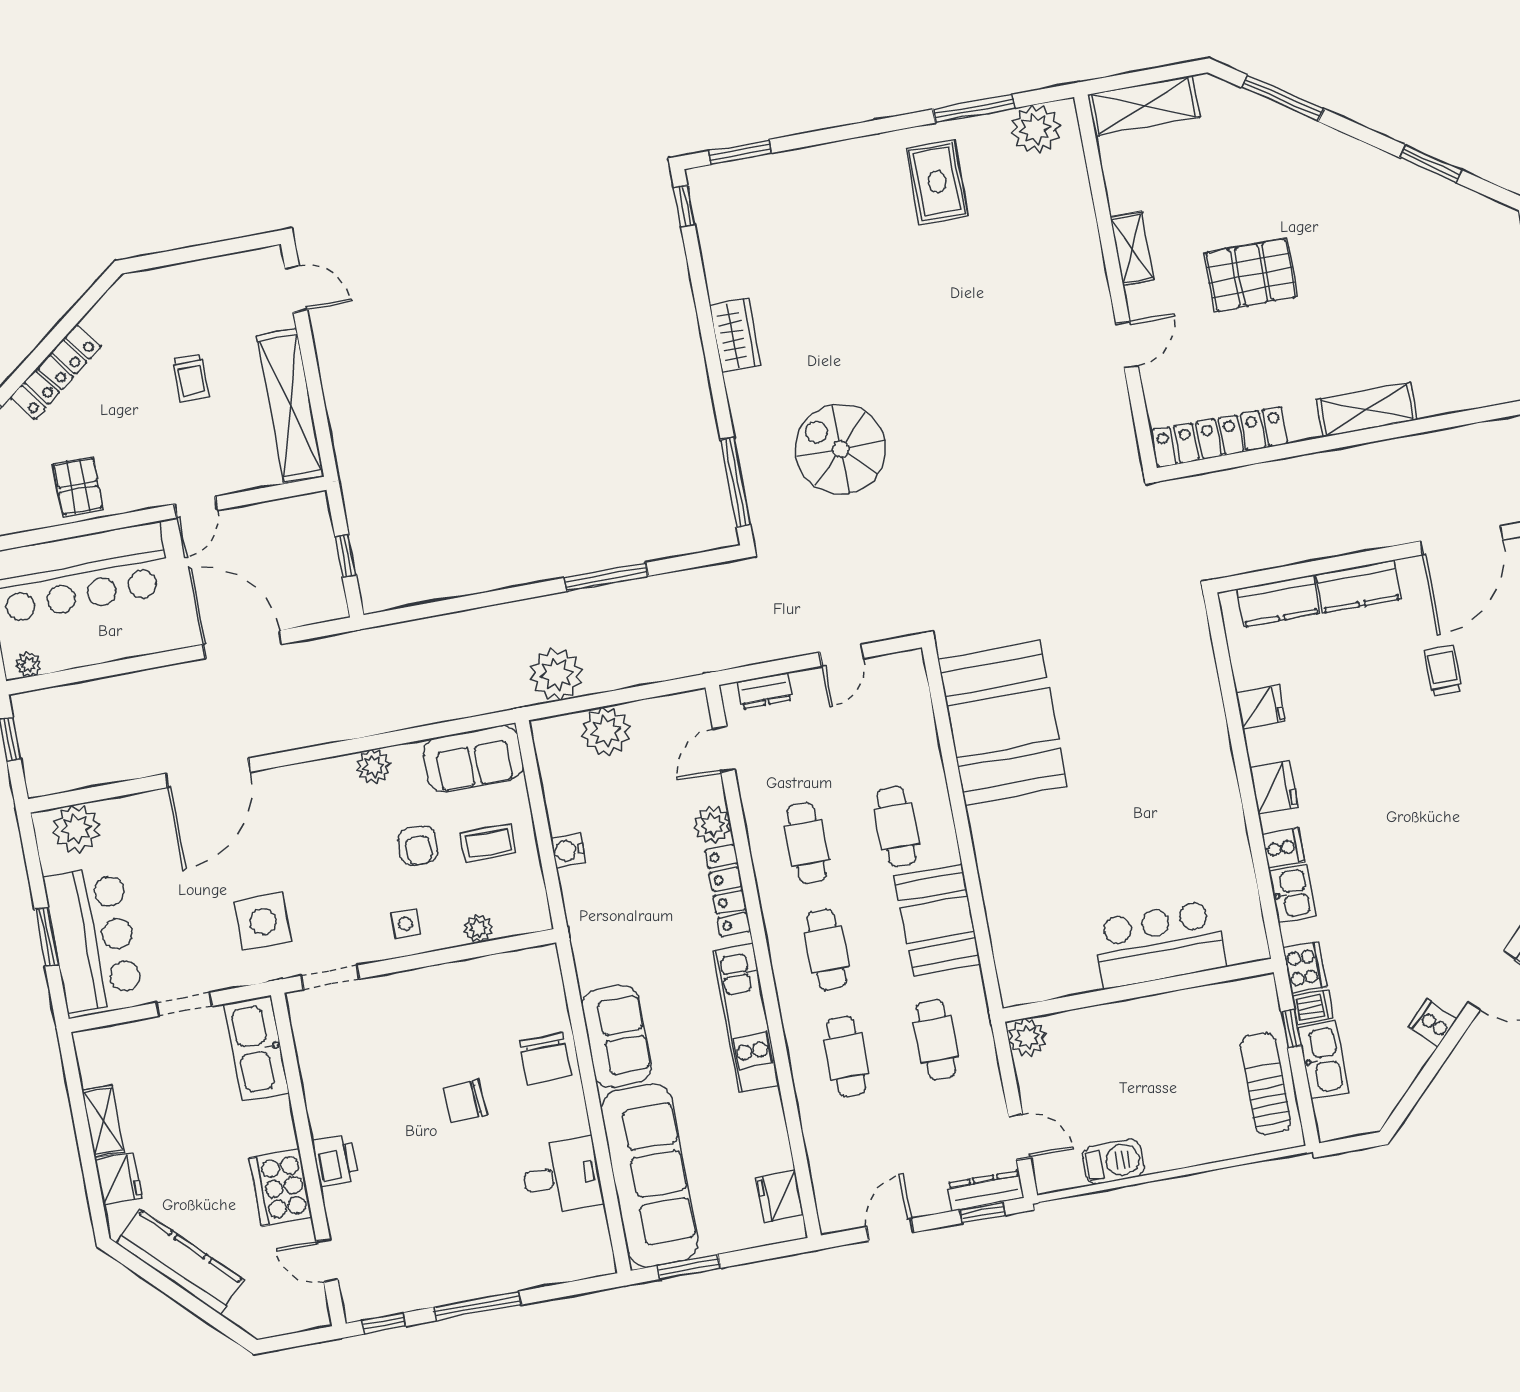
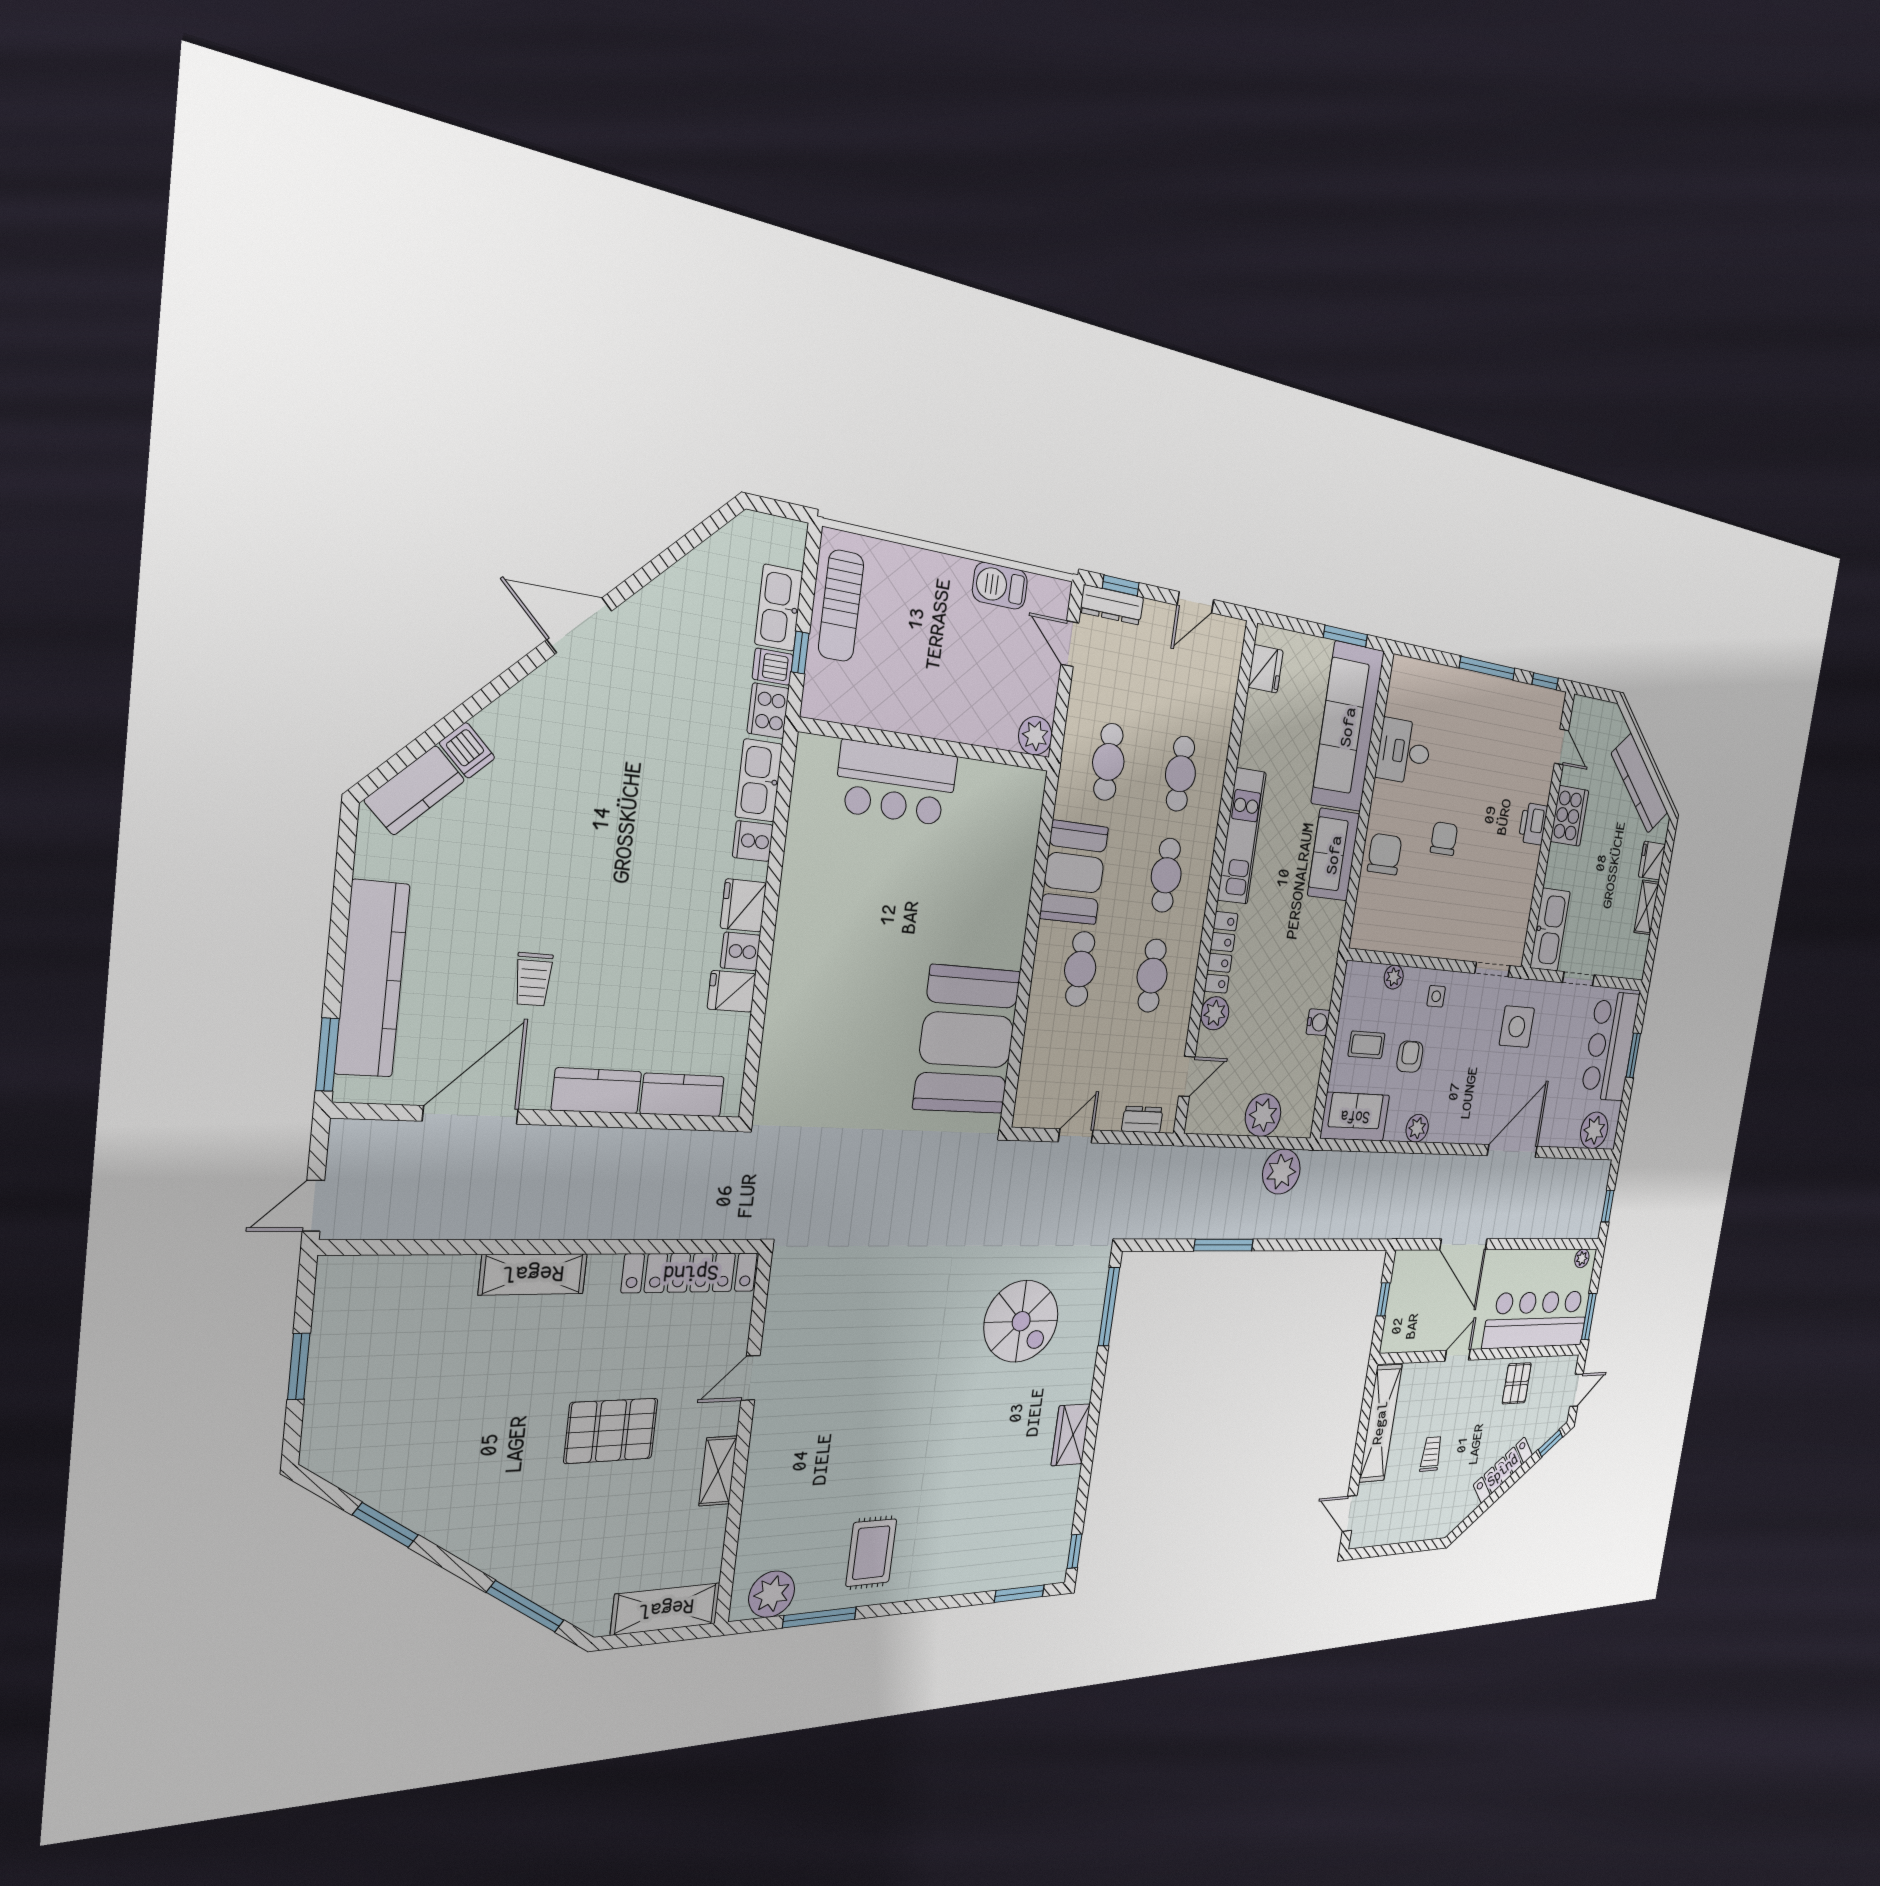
kitchen sink: (1292, 894) -> (759, 780), width x1.38
cooker: (1432, 1023) -> (740, 951), moved, turned 135
chair: (465, 1102) -> (1444, 839), turned -86

